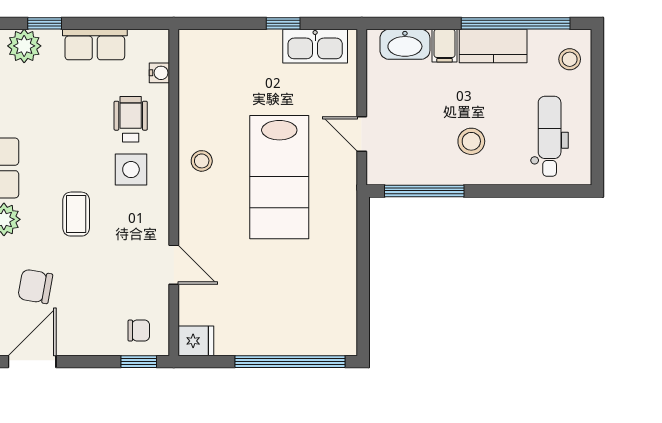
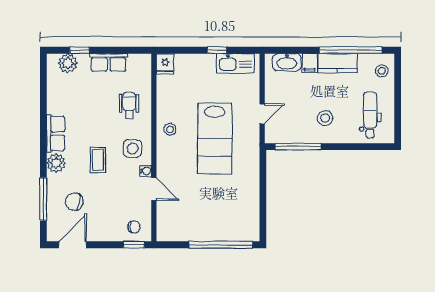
water cooler: (159, 73) -> (146, 171), moved
door: (362, 134) -> (262, 114), swing flipped
side table: (131, 170) -> (133, 149), moved
fridge: (196, 341) -> (165, 64), moved, turned 90

